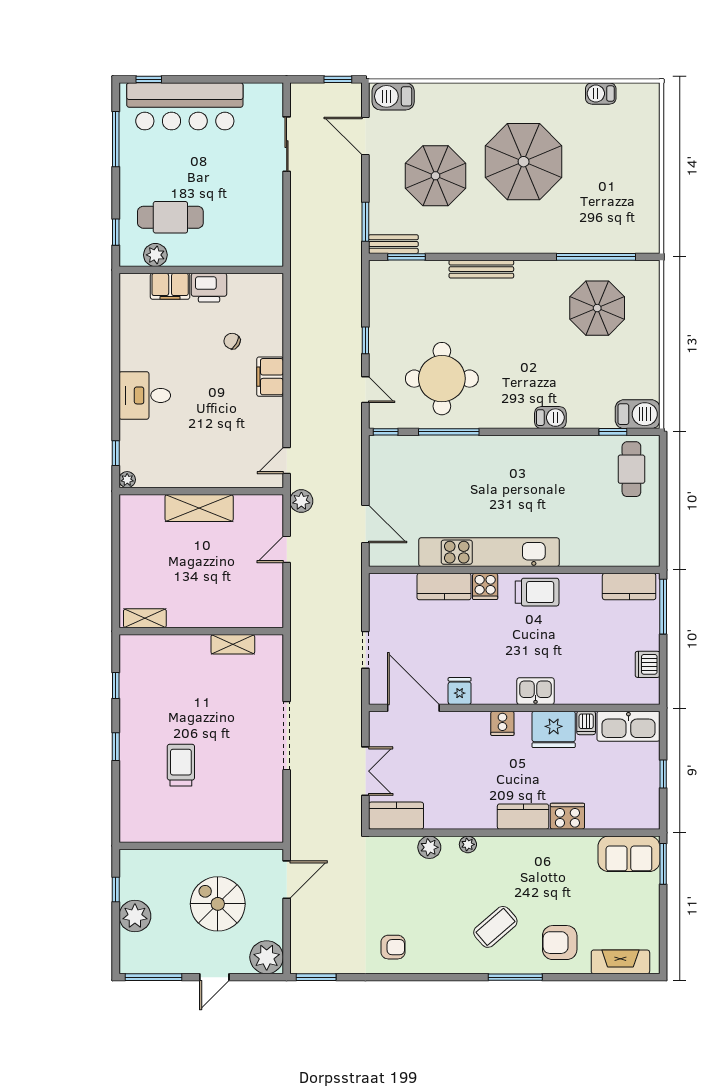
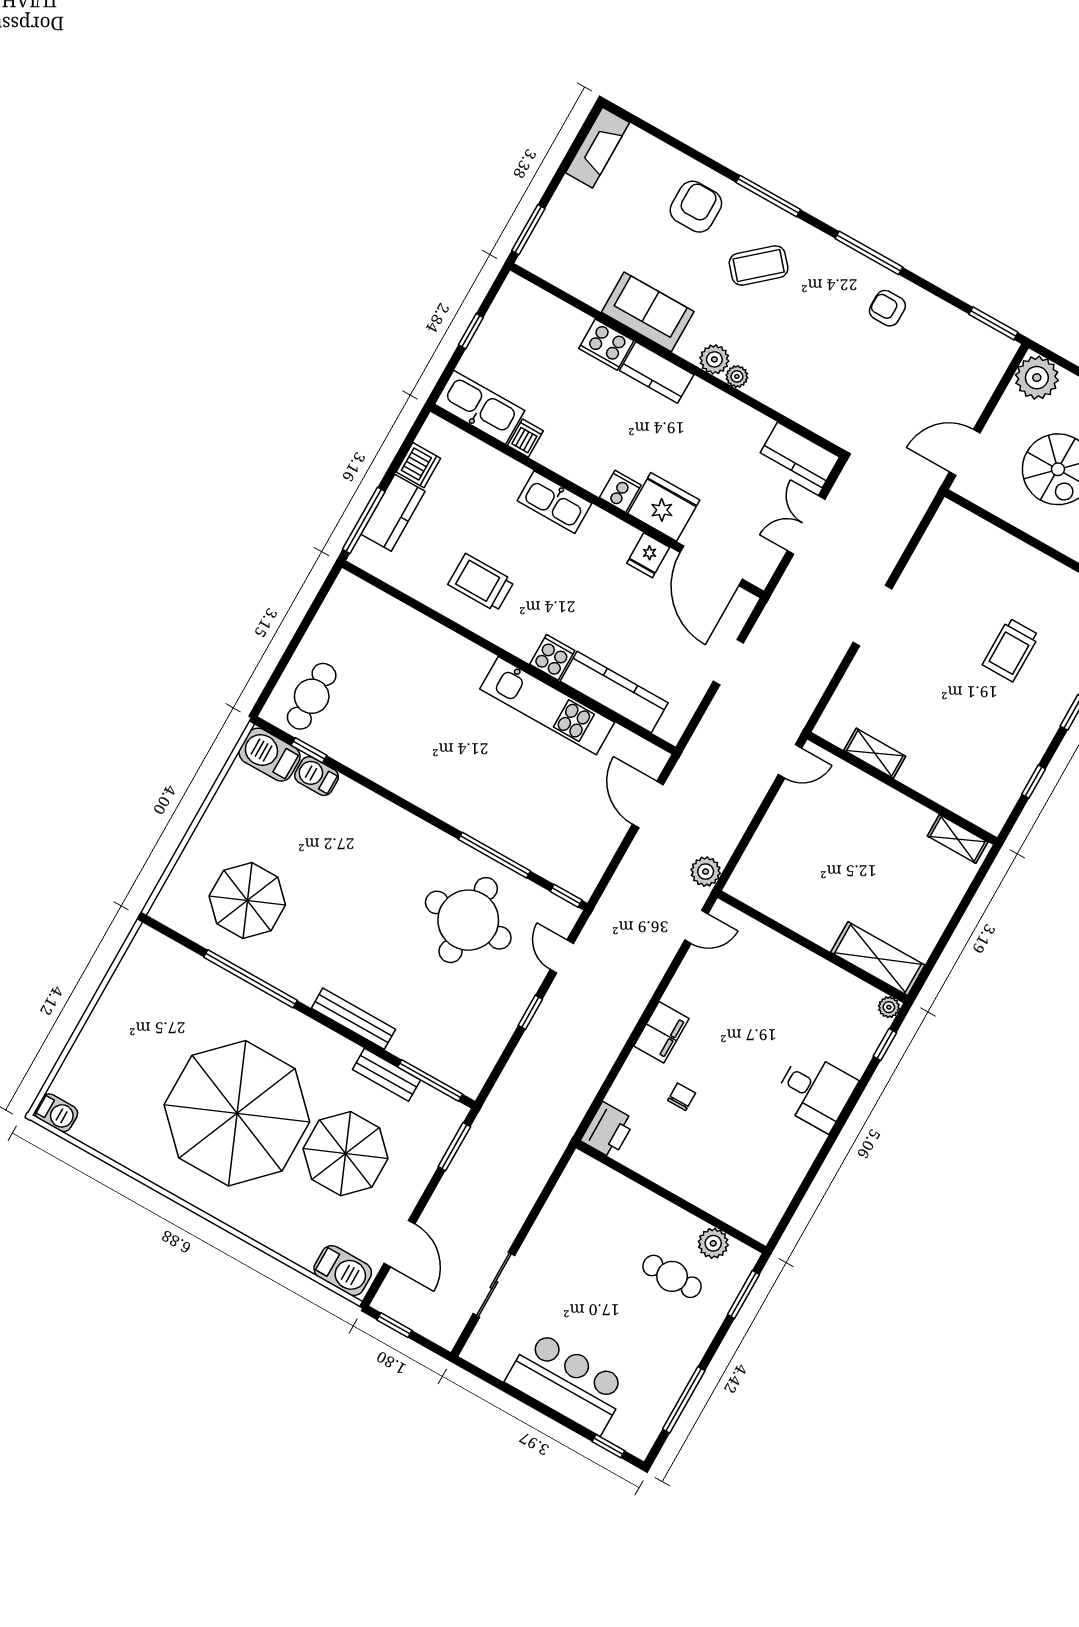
barbecue: (601, 94) -> (56, 1113), moved
bar counter: (185, 106) -> (567, 1383), width x0.73
parasol: (524, 162) -> (237, 1113), width x1.36, depth x1.36
cafe table: (170, 217) -> (672, 1276), width x0.73, depth x0.74
window: (116, 232) -> (743, 1295), width x1.50
bench: (393, 244) -> (386, 1075), moved
window: (407, 257) -> (430, 1080), width x1.44
window: (596, 257) -> (250, 979), moved
filing cabinet: (170, 286) -> (717, 1198), removed
printer: (209, 288) -> (608, 1130), moved, turned 90
chair: (232, 341) -> (682, 1097), turned -120
barbecue: (550, 418) -> (317, 776), moved
shelving: (199, 508) -> (878, 959), moved
door: (287, 549) -> (790, 761), moved
kitchen unit: (489, 552) -> (547, 706), width x0.73
kitchen counter: (629, 586) -> (393, 513), moved, turned 90
kitchen counter: (444, 587) -> (614, 692), width x1.50
trolley: (537, 592) -> (481, 583), moved
kitchen sink: (536, 691) -> (554, 502), width x1.38
fridge: (554, 729) -> (664, 507), moved
doorway: (287, 736) -> (872, 616), width x0.73
plant: (429, 847) -> (714, 359), moved
sofa: (629, 854) -> (648, 312), moved
armchair: (560, 943) -> (696, 207), turned -90
fireplace: (620, 962) -> (598, 148), moved, turned -90
window: (426, 977) -> (869, 253), added

